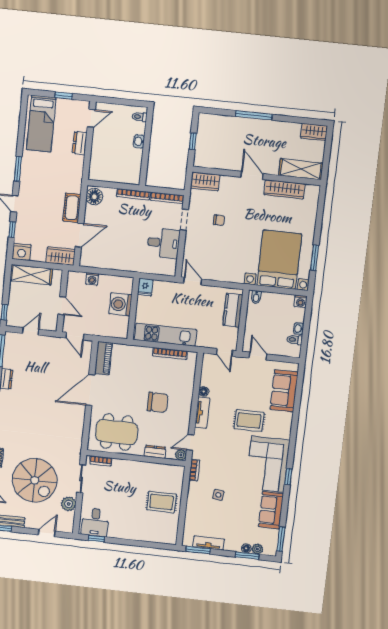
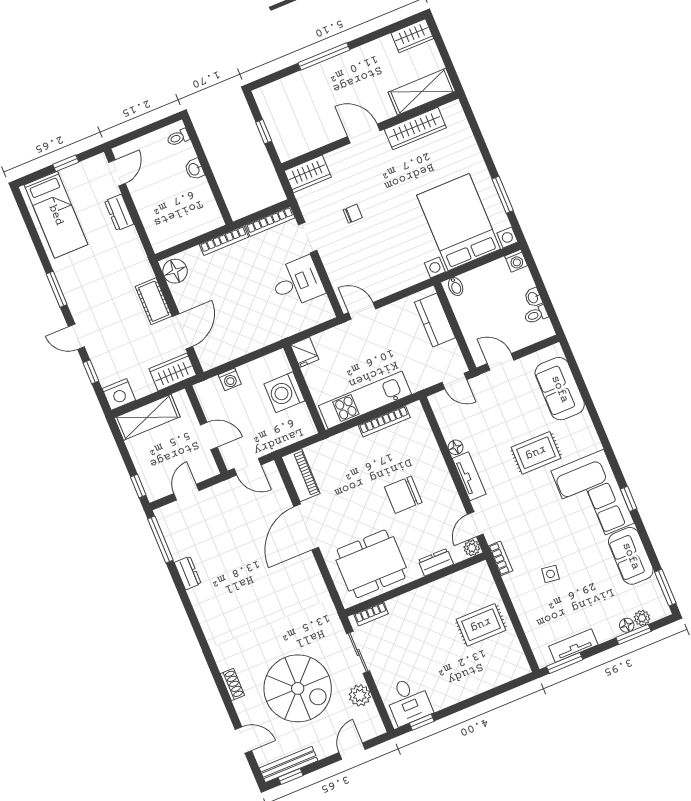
chair: (158, 402) -> (403, 495), turned 180

